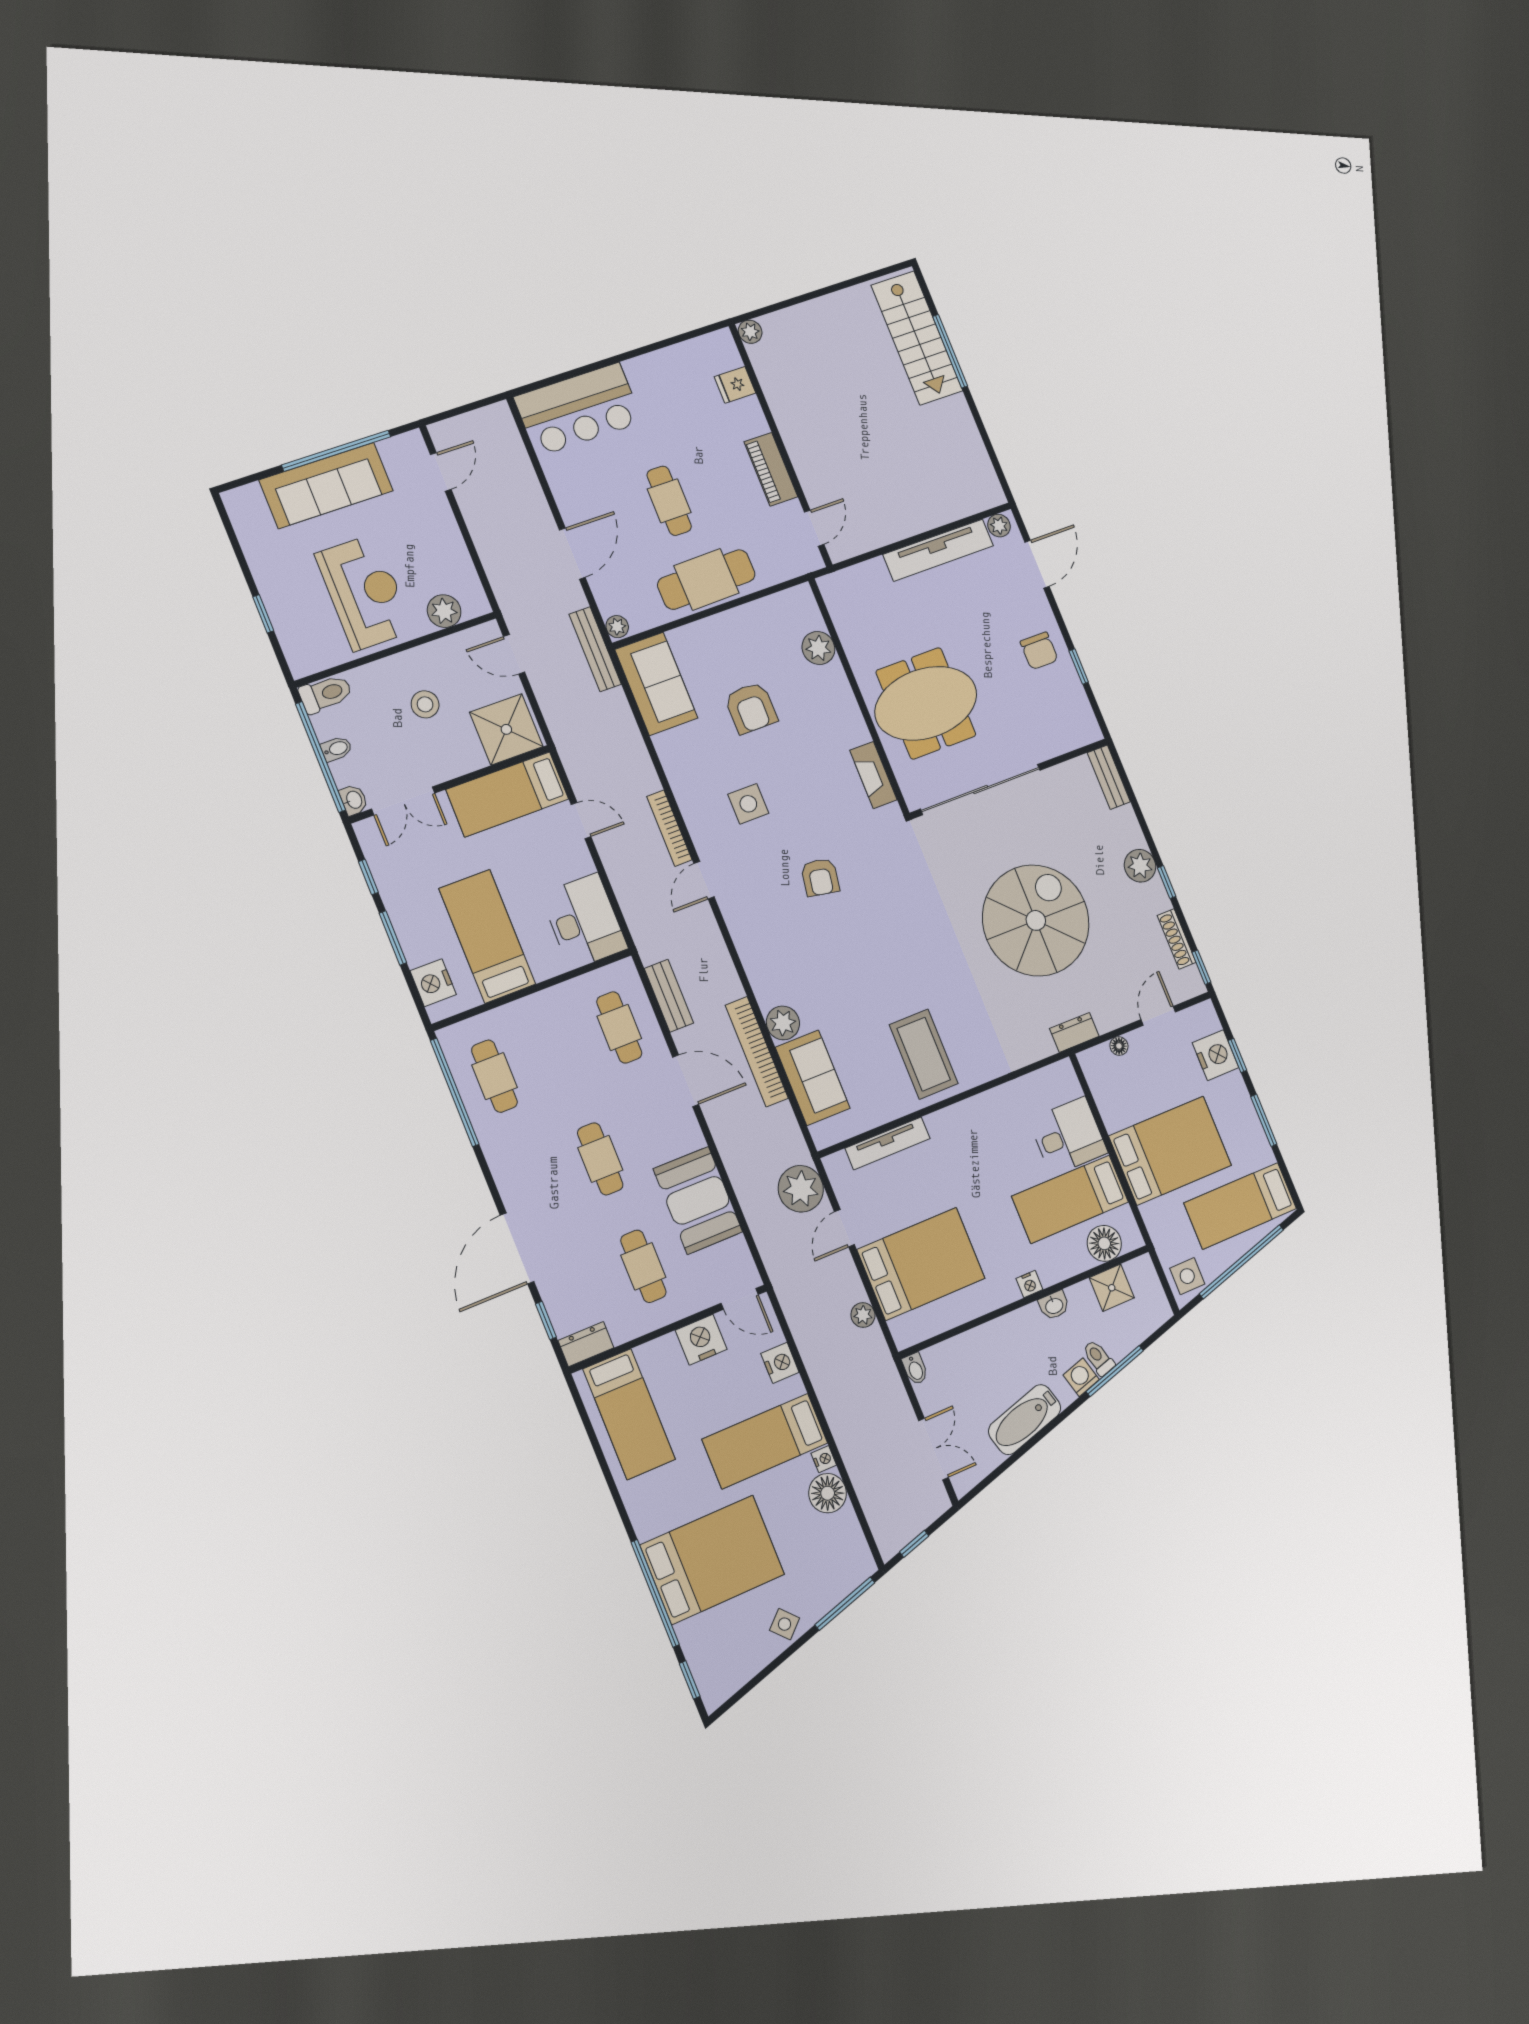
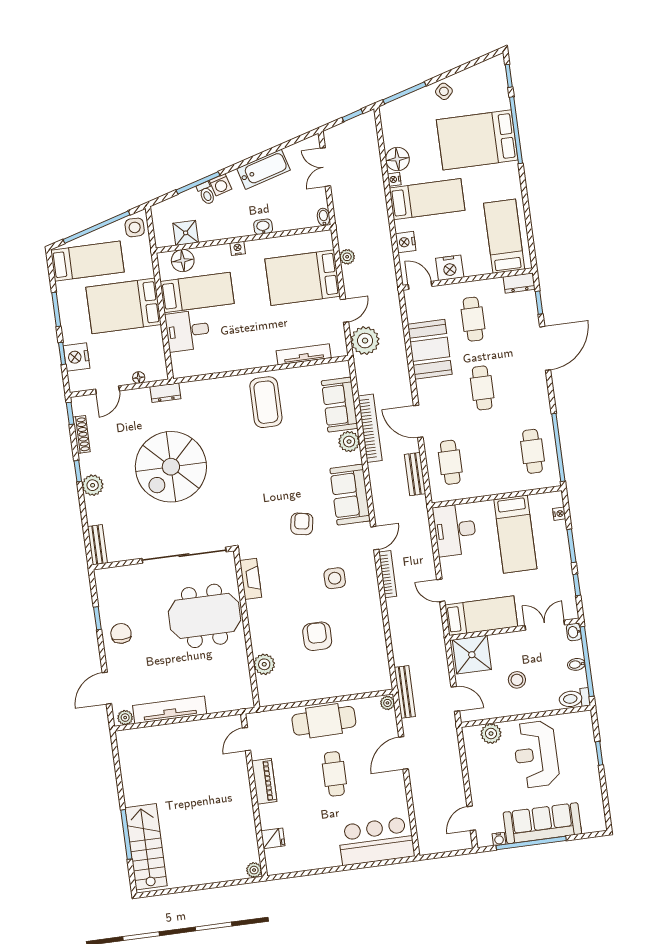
water cooler: (389, 448) -> (499, 839), added
sofa: (656, 684) -> (350, 495), moved
nightstand: (433, 983) -> (559, 514), width x0.53, depth x0.56
washbasin: (1054, 1305) -> (263, 227), moved

